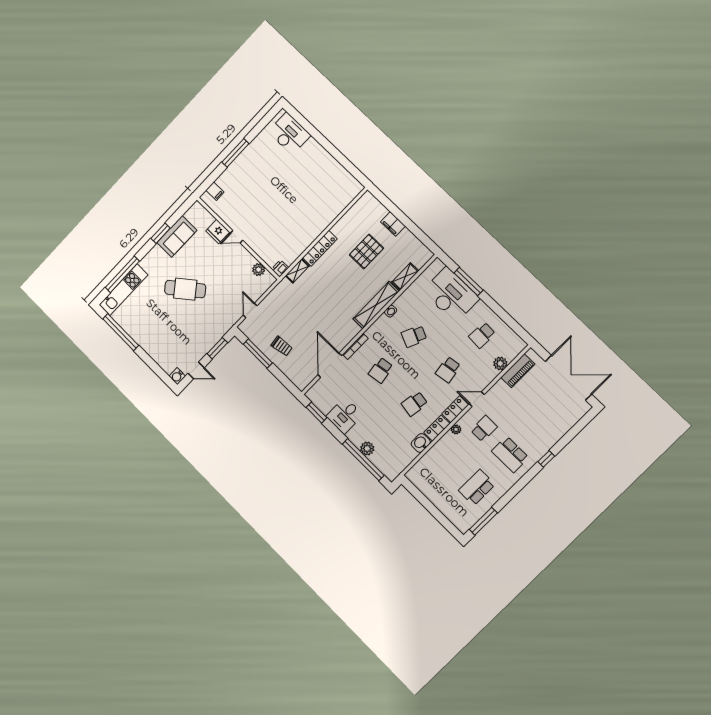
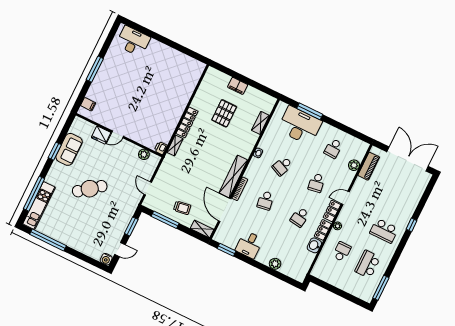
shelving: (376, 305) -> (233, 176), moved
shelving: (296, 379) -> (202, 229), added
school desk: (484, 429) -> (342, 252), moved
window: (363, 460) -> (275, 273), removed

